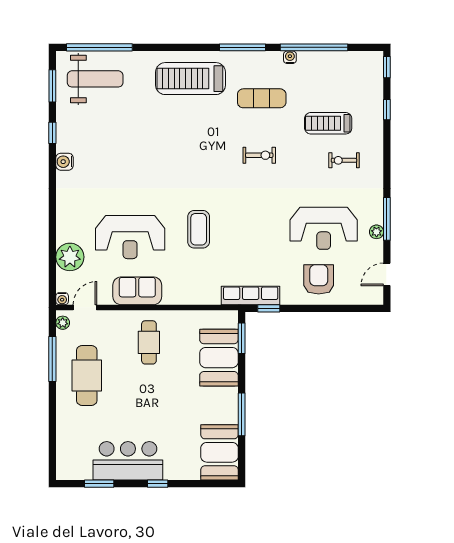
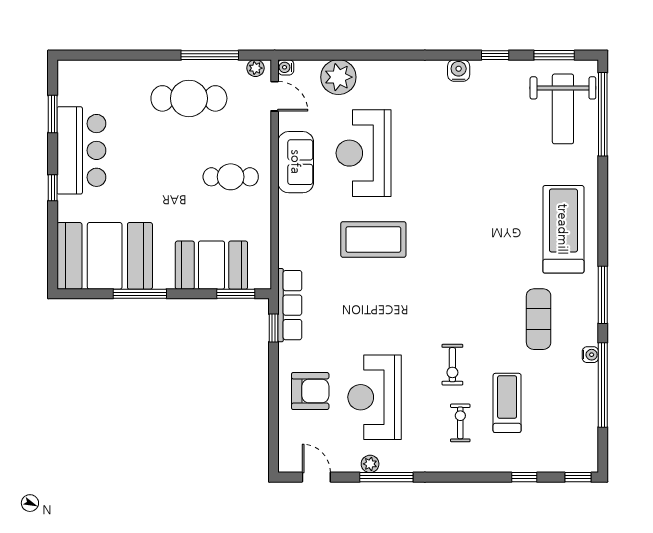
exercise bike: (259, 155) -> (452, 365), moved
coffee table: (199, 229) -> (373, 239), width x1.36, depth x1.32
booth: (219, 452) -> (105, 256), width x1.36, depth x1.42

